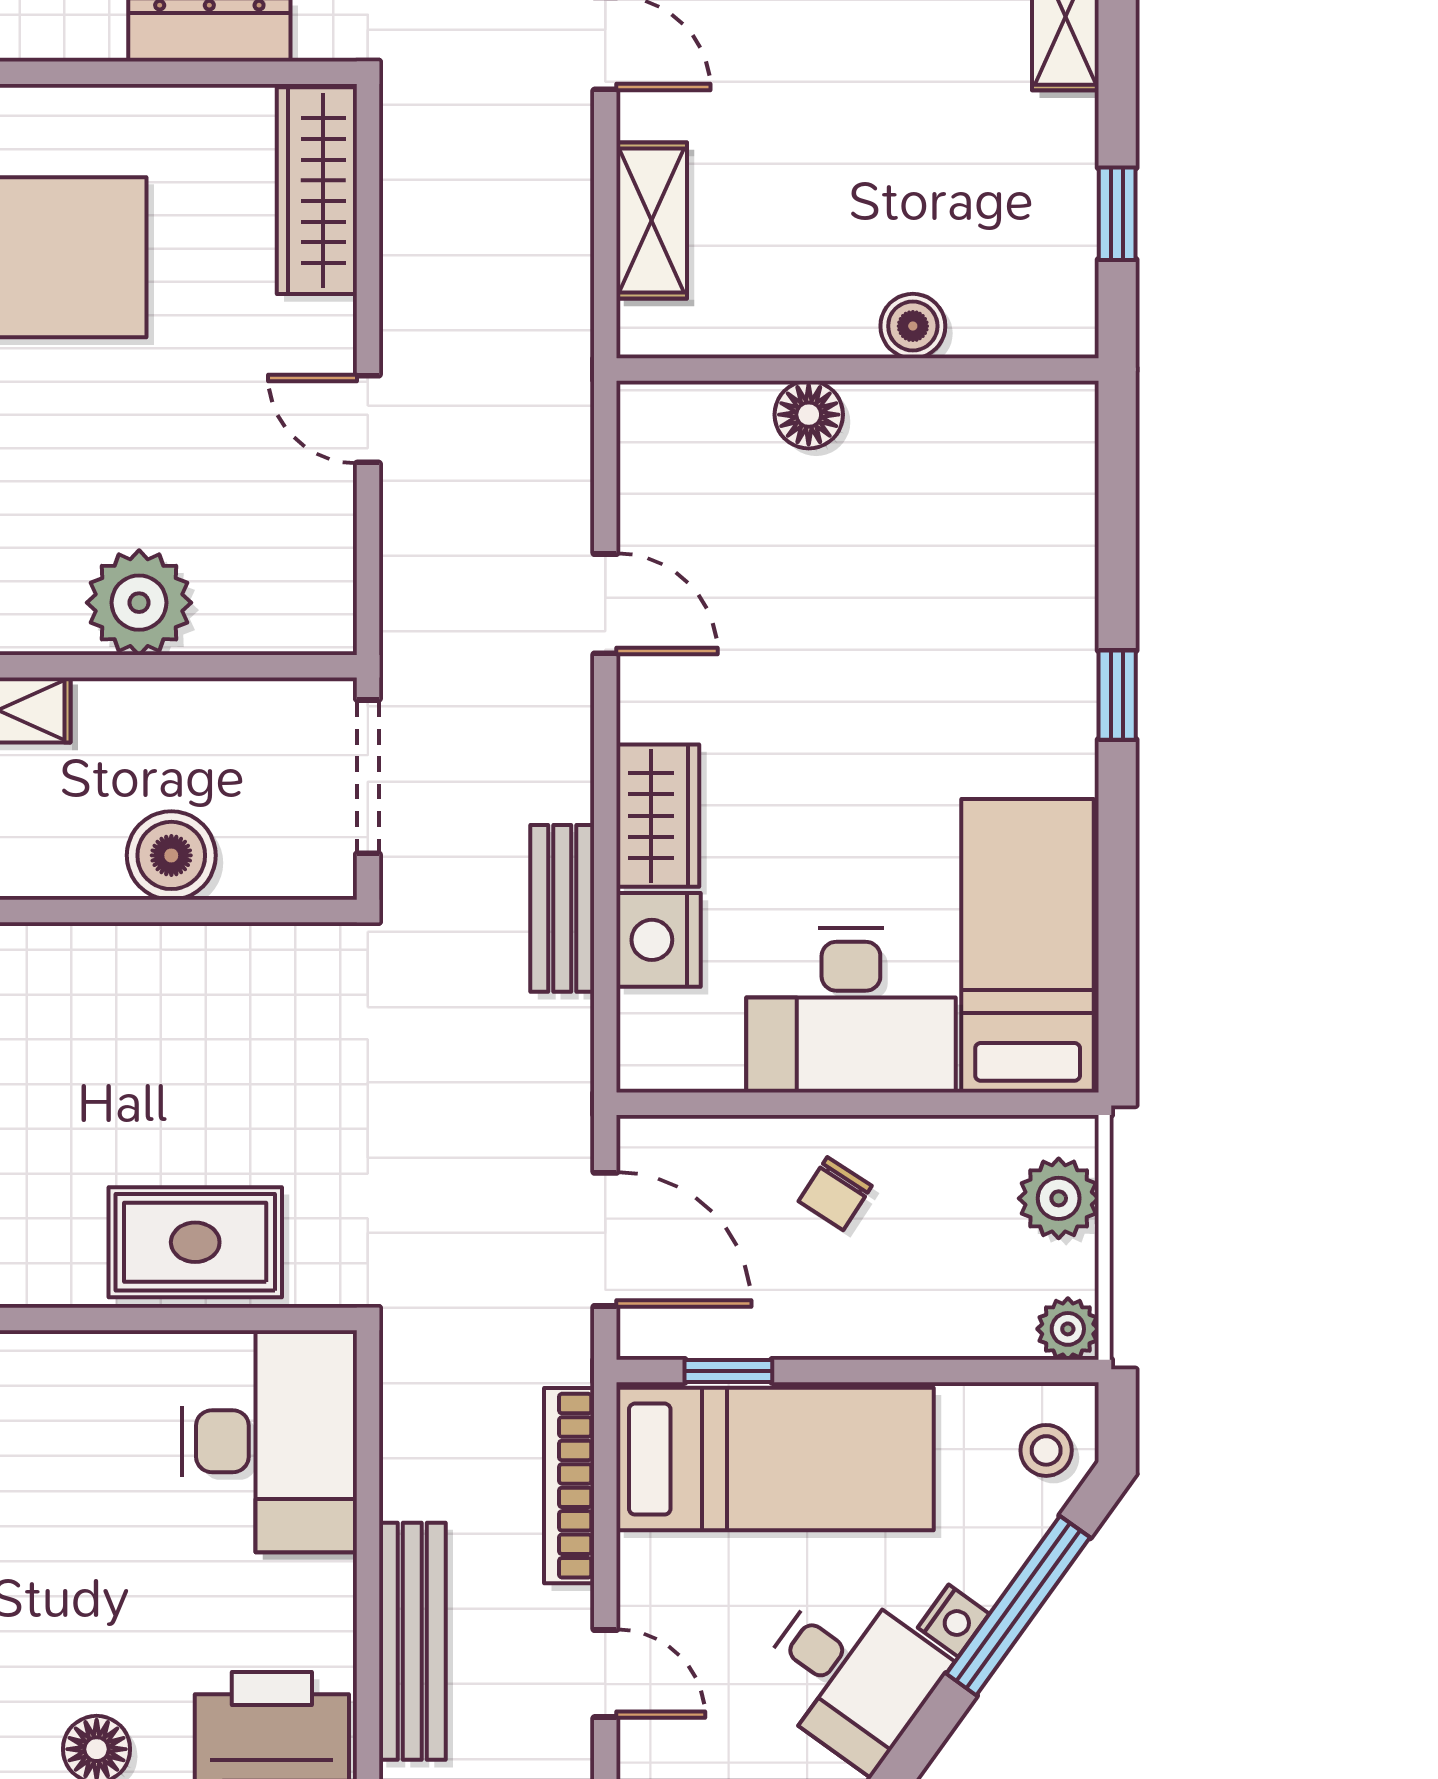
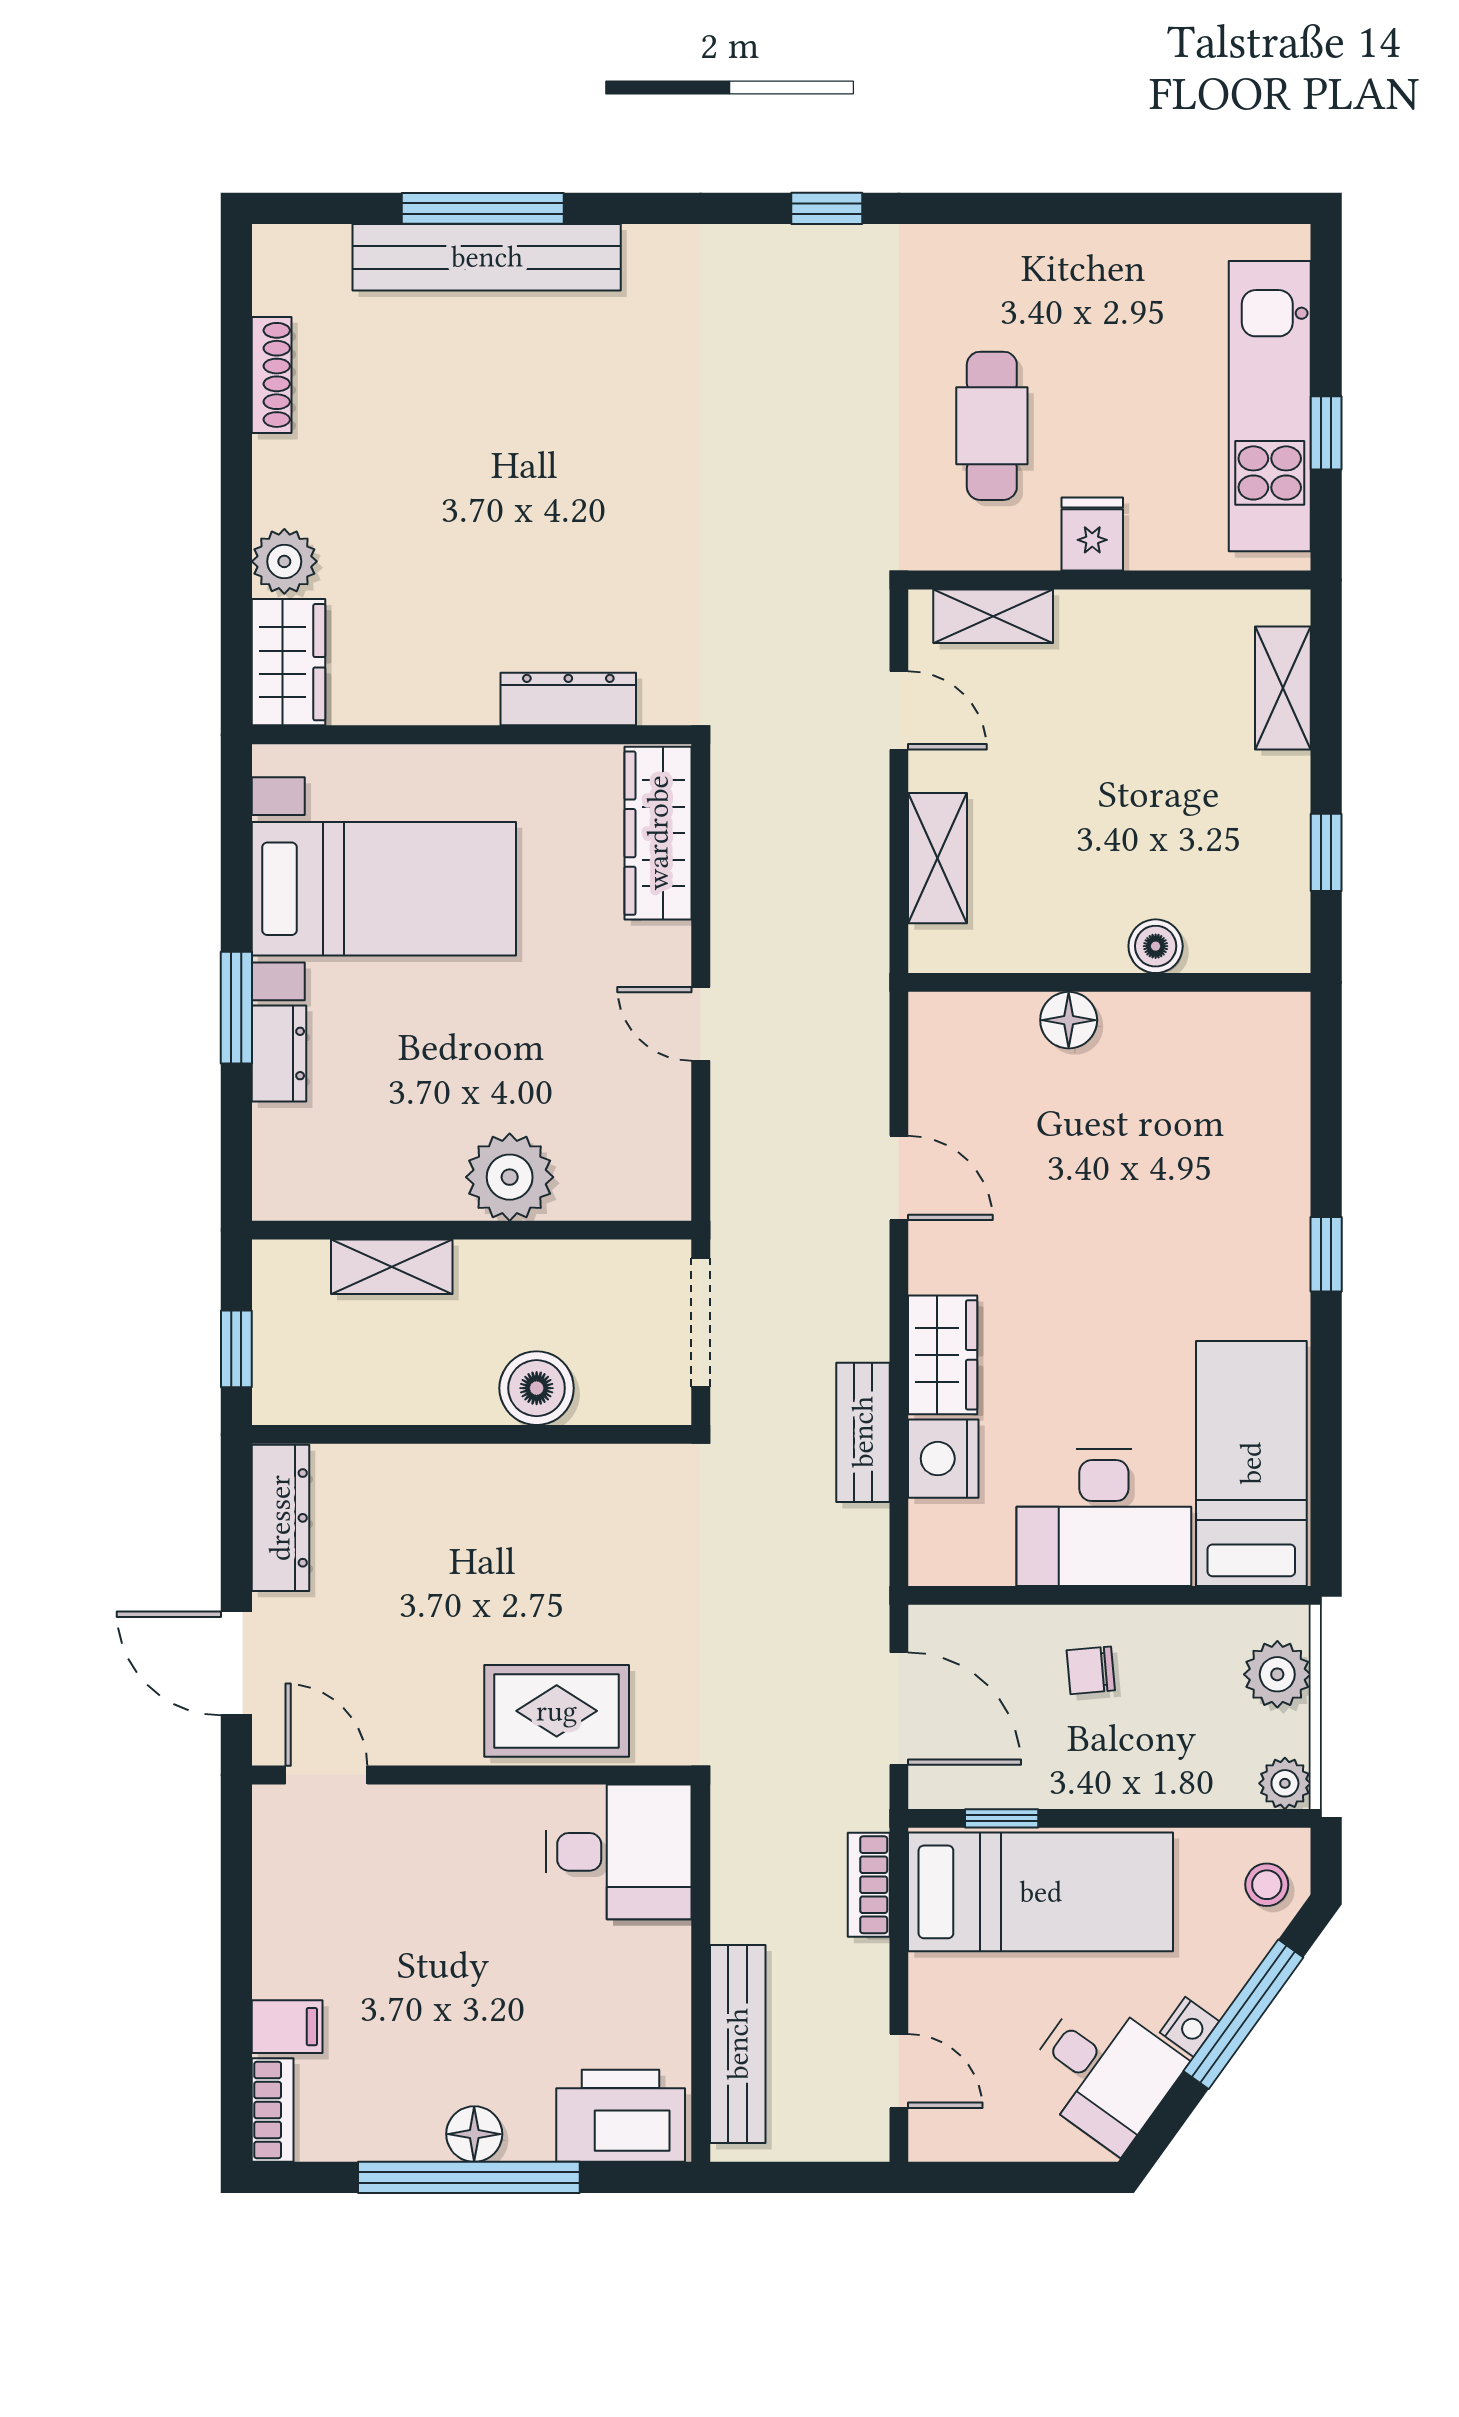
chair: (835, 1194) -> (1091, 1670), turned 52
desk: (270, 1441) -> (619, 1852), width x0.73
bookcase: (569, 1486) -> (869, 1885), width x0.64

